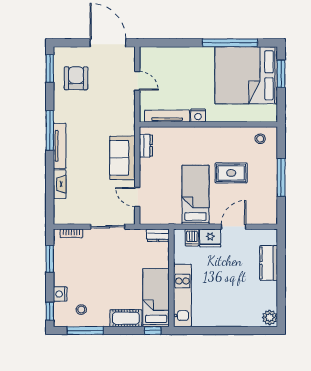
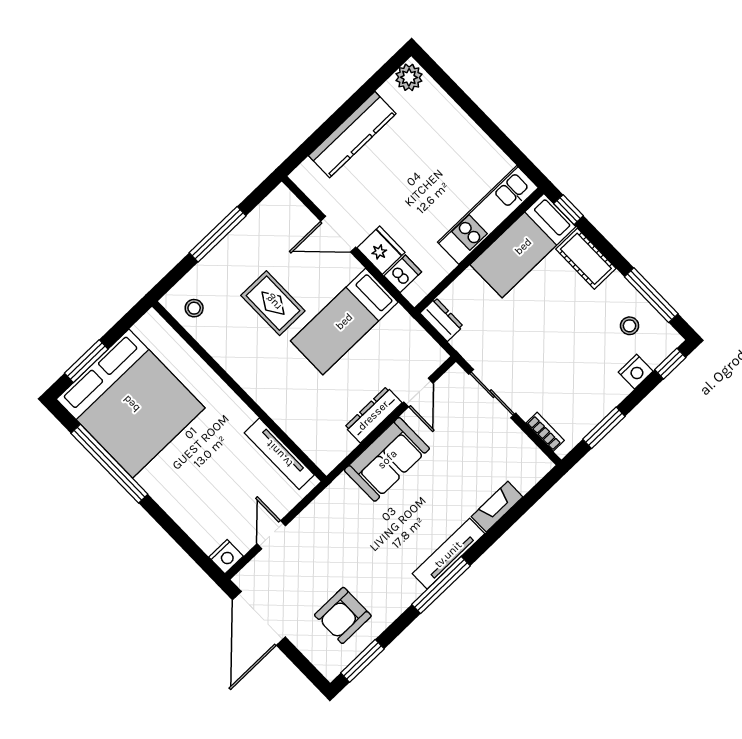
nightstand: (198, 115) -> (226, 557), moved, turned 90
dresser: (146, 146) -> (373, 415), moved, width x1.44
kitchen counter: (269, 263) -> (352, 135), width x1.50

